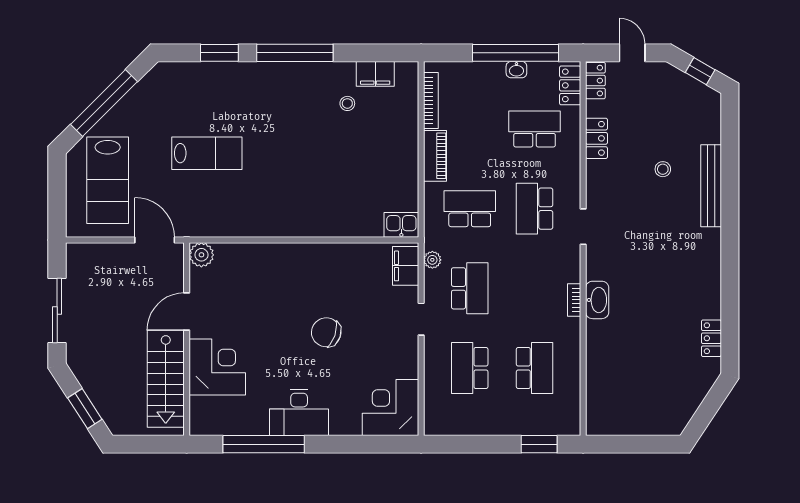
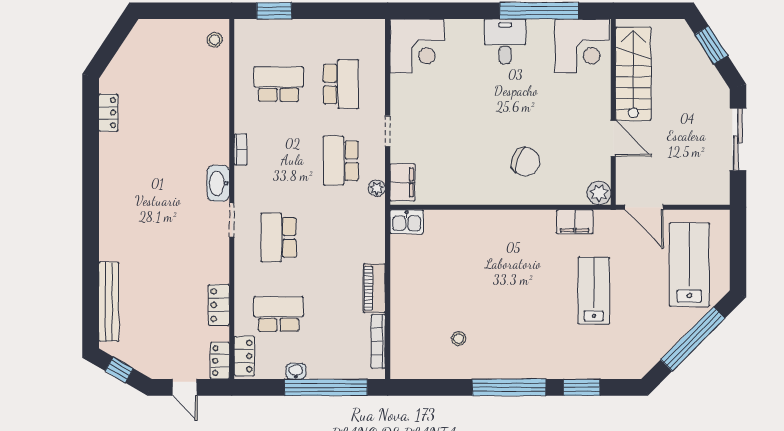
window: (515, 53) -> (326, 387), moved
filing cabinet: (375, 74) -> (575, 222), moved, turned 180
school desk: (535, 129) -> (279, 314), turned 180
lab bench: (207, 153) -> (594, 291), turned 90
stool: (663, 169) -> (215, 40), moved
bench: (711, 186) -> (109, 302), moved
school desk: (470, 209) -> (341, 237), removed
school desk: (535, 209) -> (279, 237), turned 180
washbasin: (597, 300) -> (218, 183), moved
door: (187, 312) -> (613, 138), hinge flipped
chair: (326, 332) -> (526, 162), moved
corner desk: (217, 367) -> (582, 46), moved, turned -90
school desk: (535, 368) -> (279, 84), turned 90
desk: (299, 413) -> (505, 41), width x0.73

